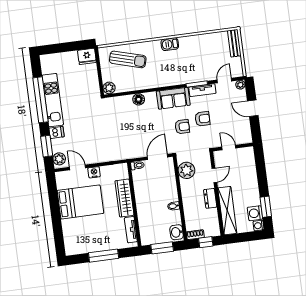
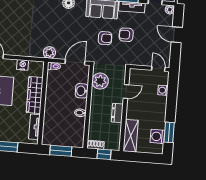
armchair: (203, 119) -> (126, 35), turned 180
door: (229, 148) -> (158, 69), moved
plant: (130, 153) -> (49, 53), added
nightstand: (94, 172) -> (23, 65), moved
shelving: (227, 211) -> (131, 136), width x0.68
washing machine: (259, 226) -> (163, 90), moved
washbasin: (177, 232) -> (82, 91), moved

